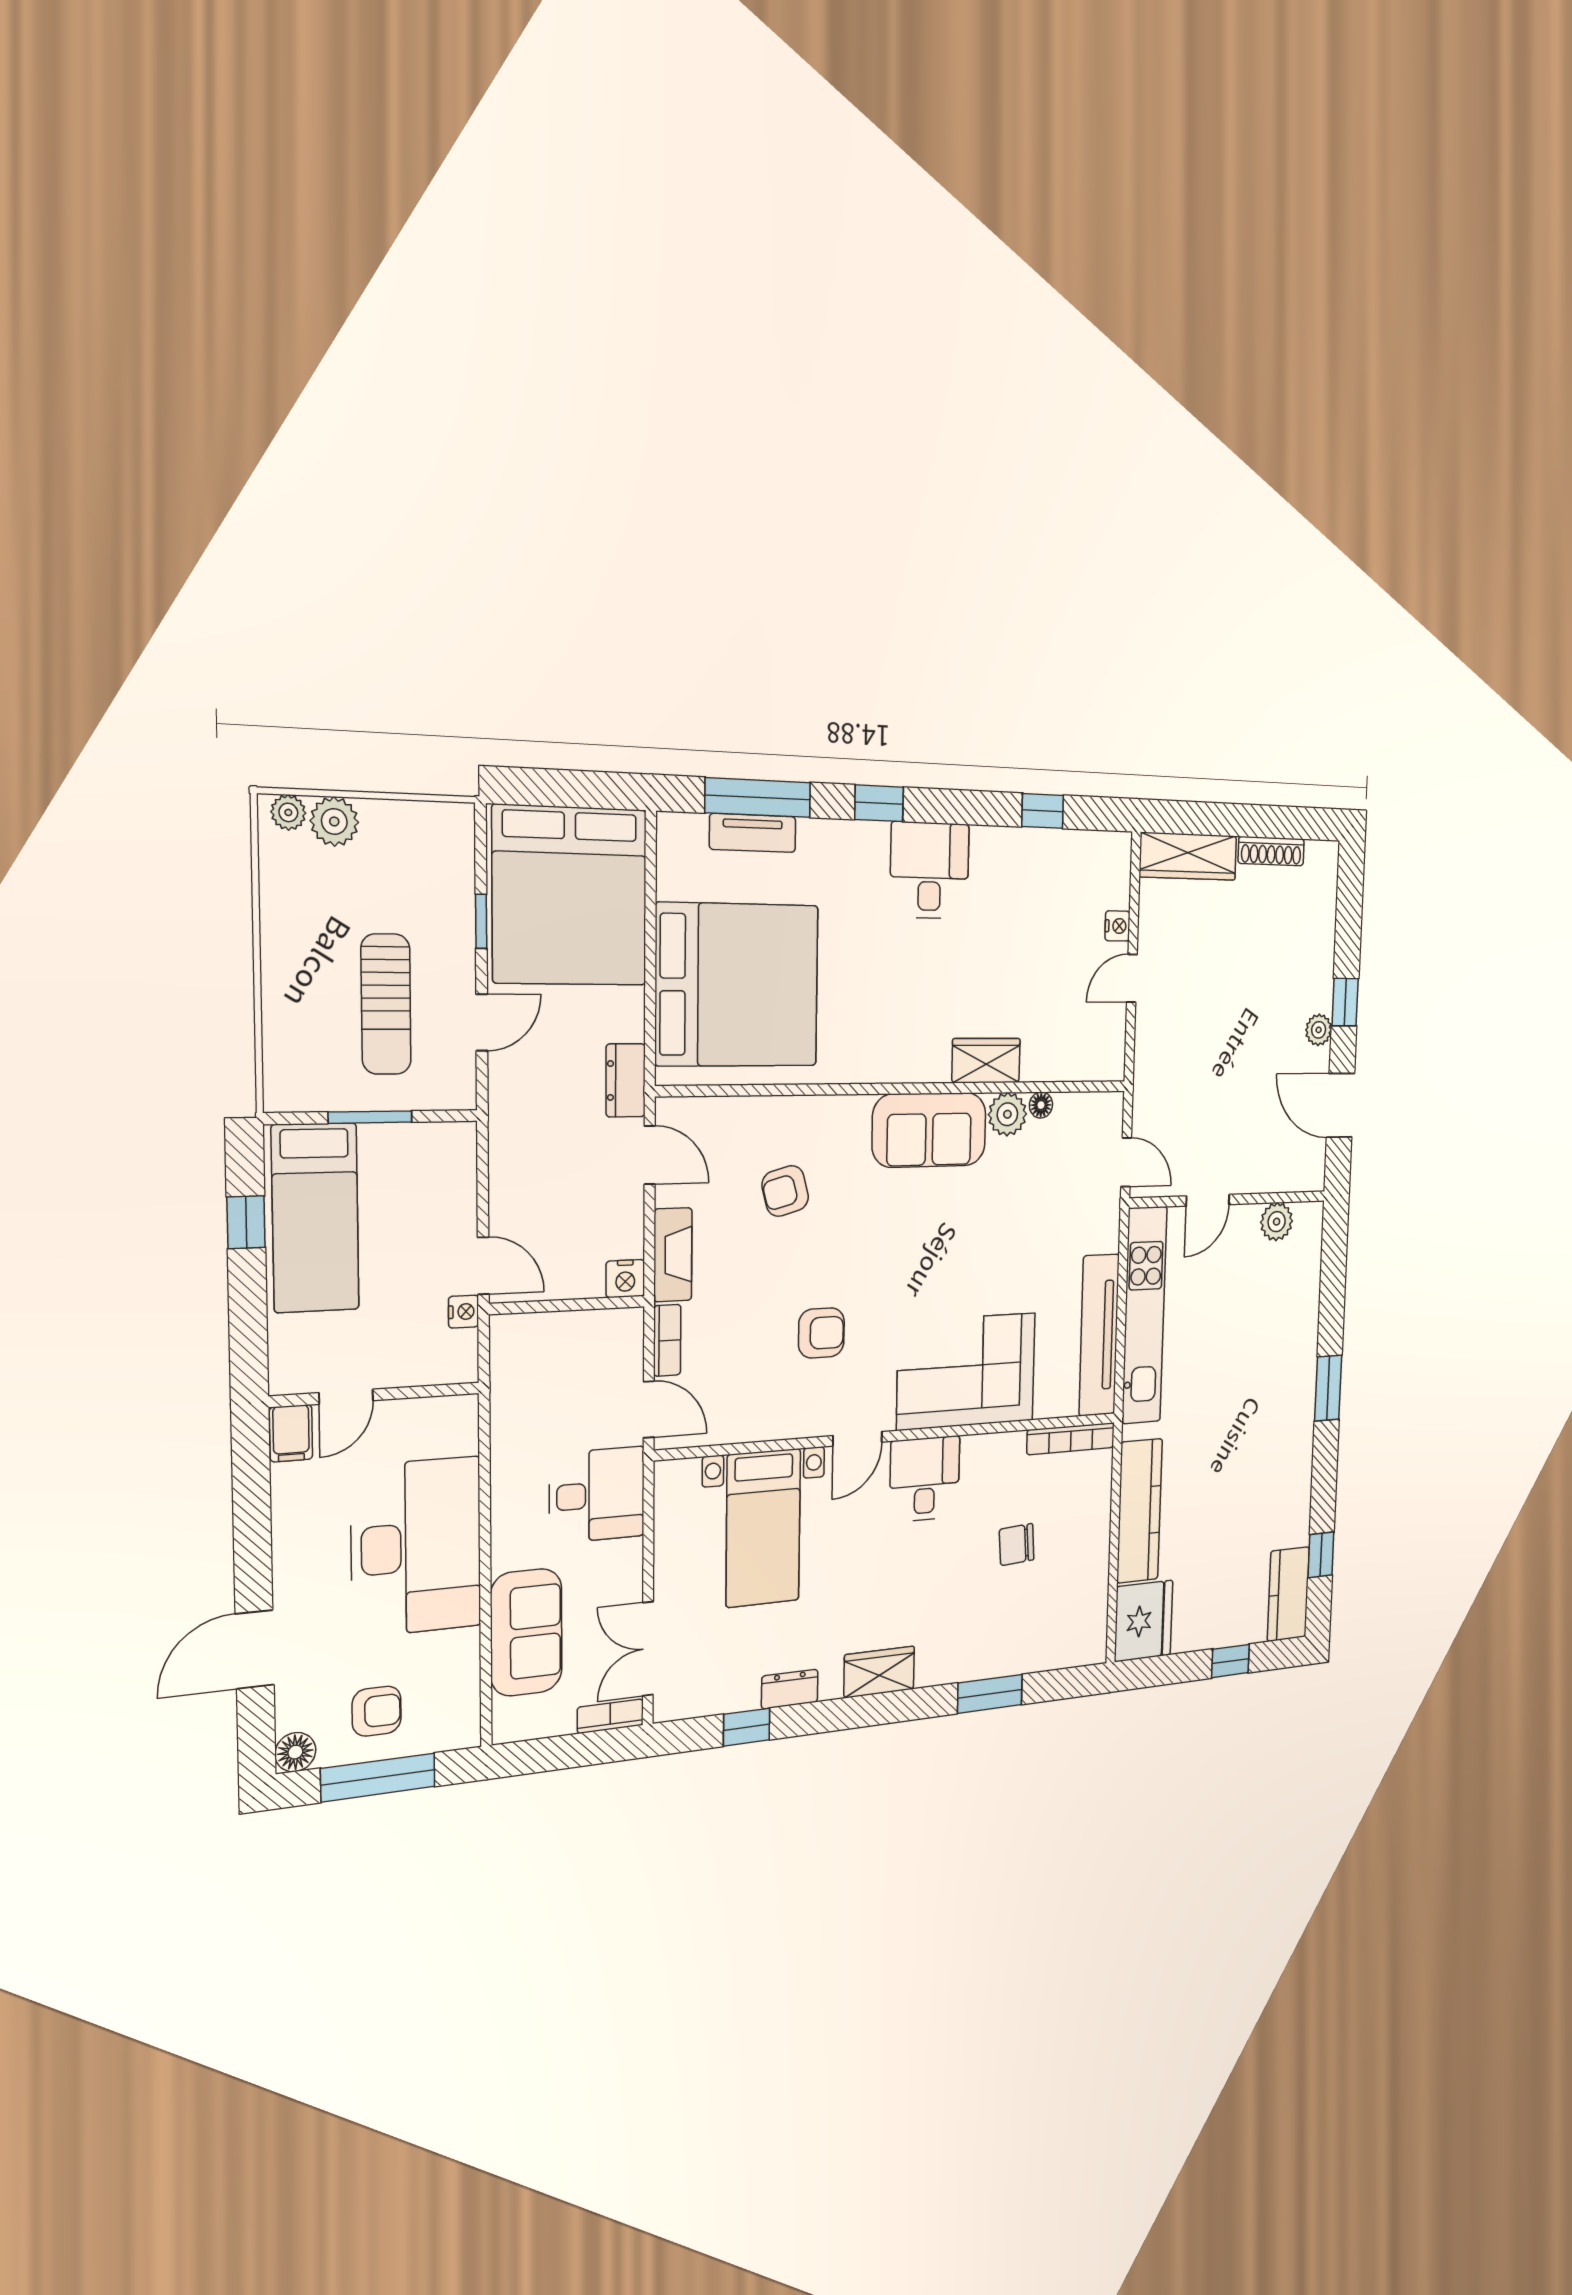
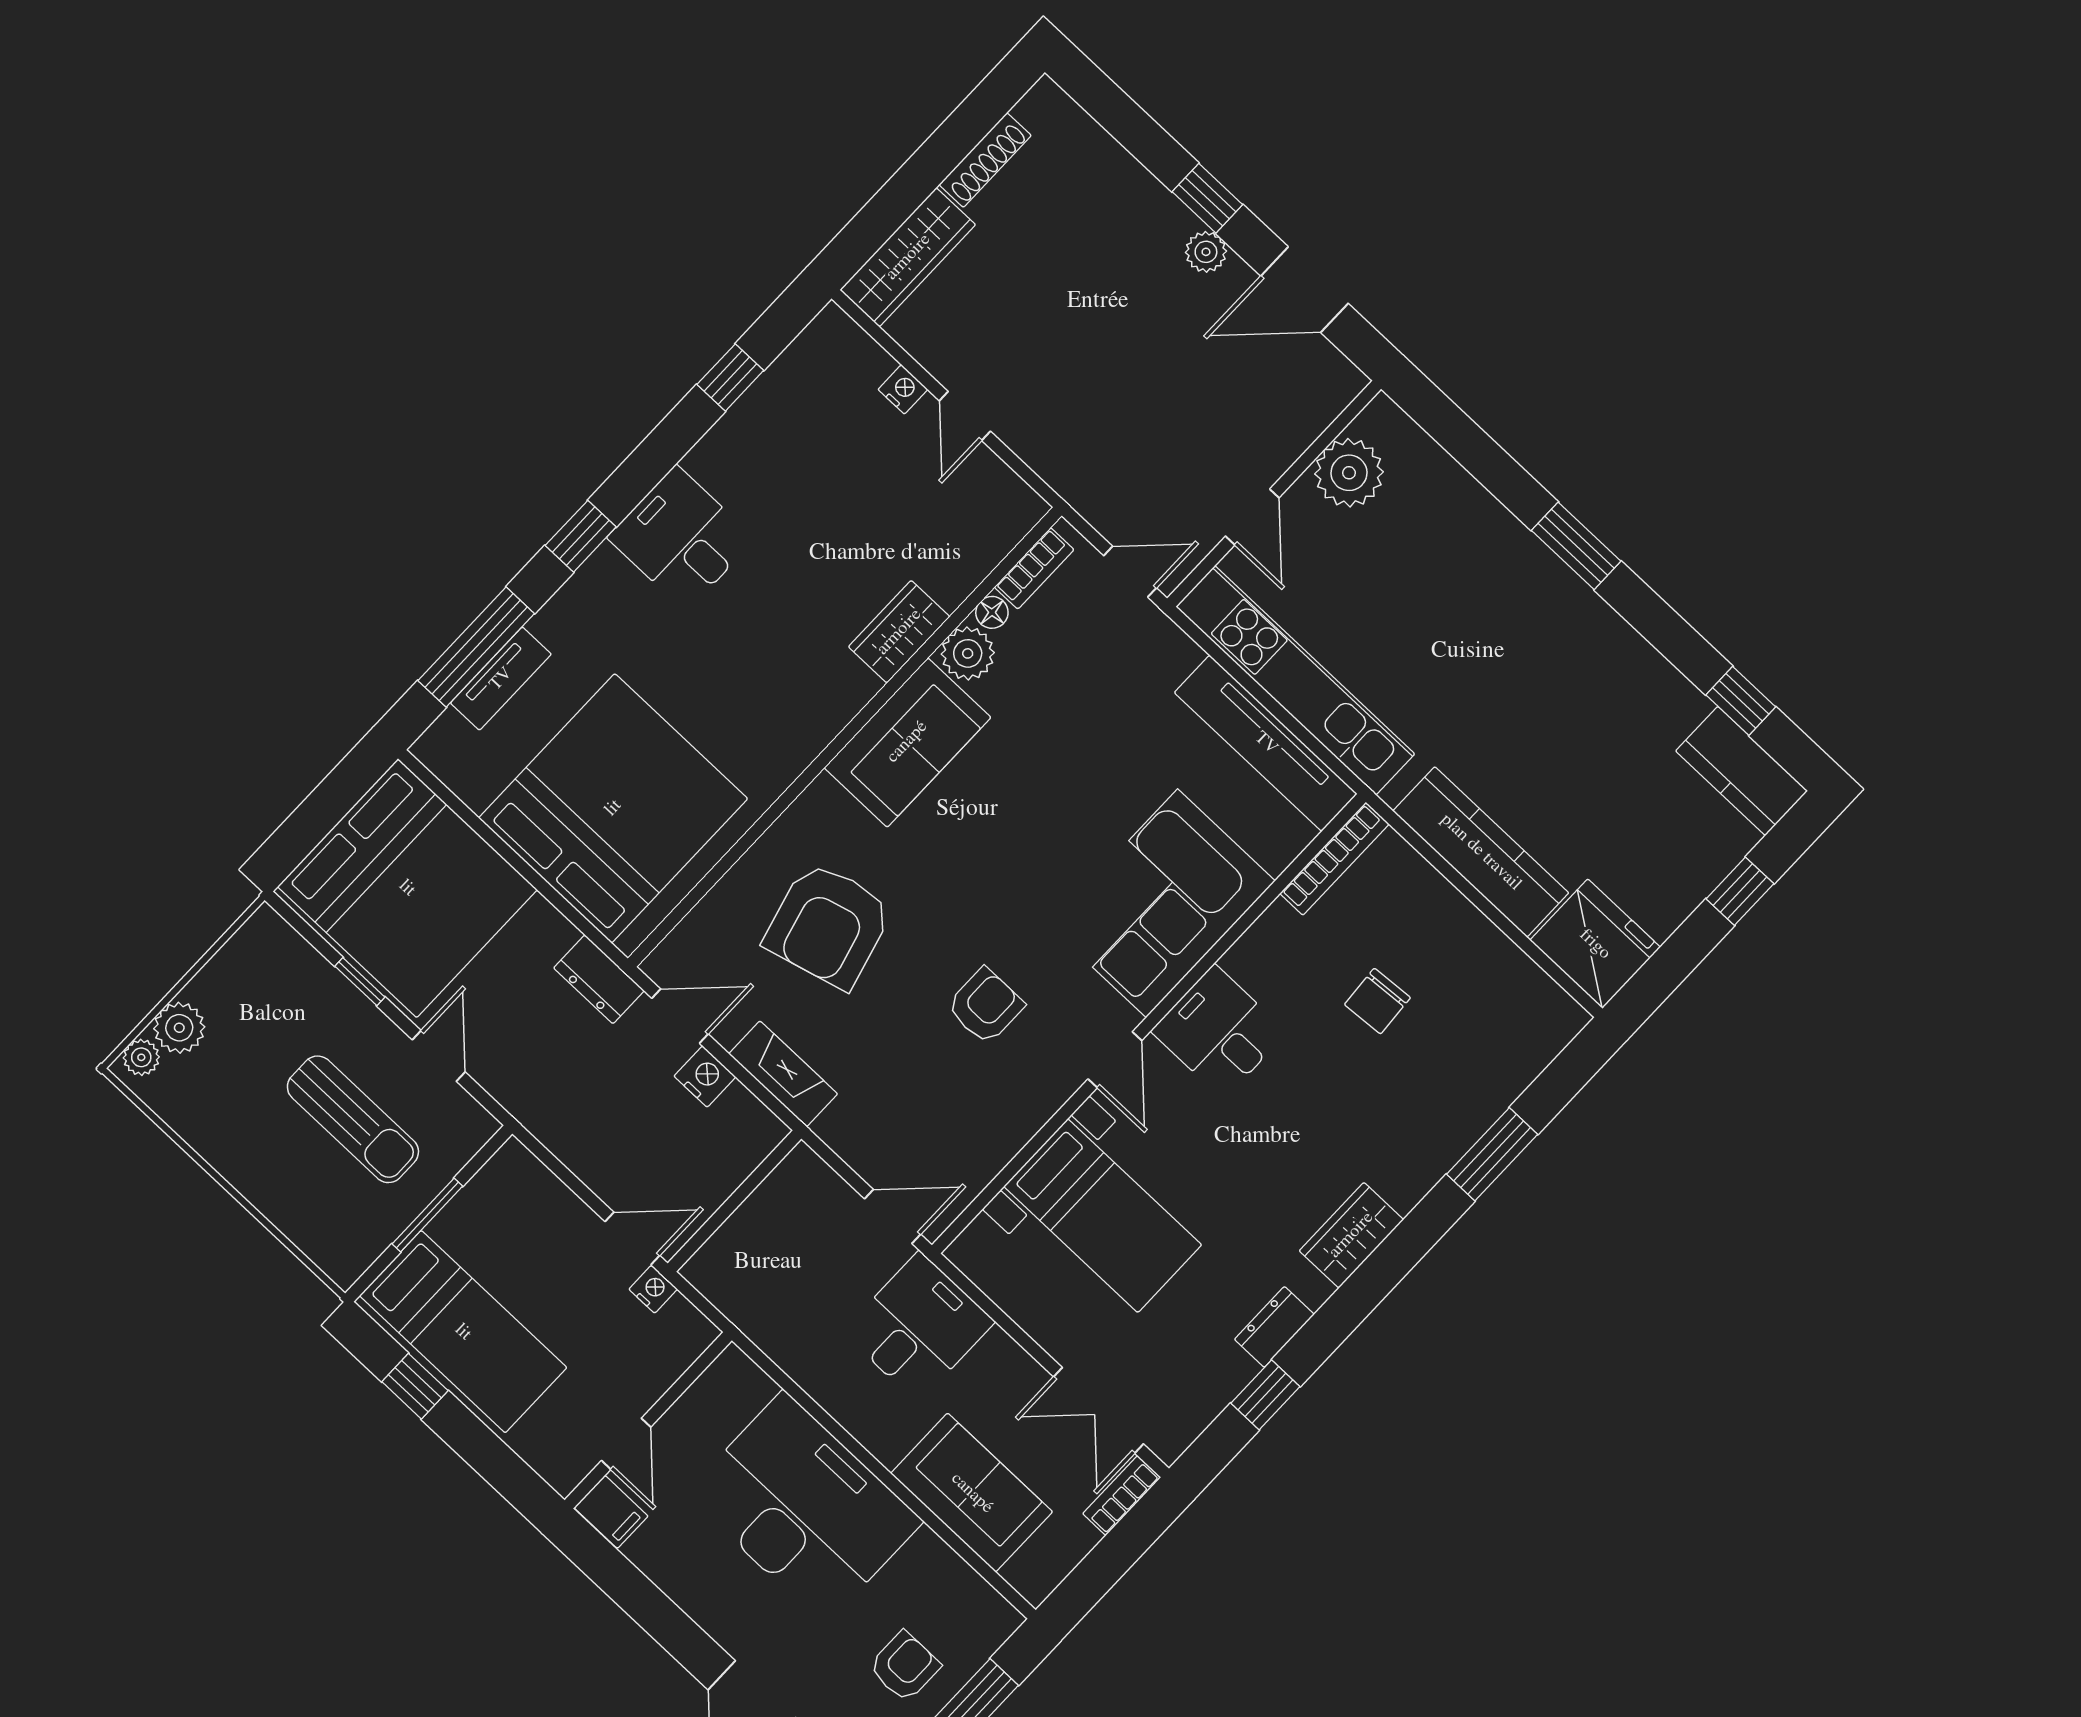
armchair: (785, 1191) -> (828, 925), width x1.88, depth x1.88
plant: (1277, 1222) -> (1349, 473), width x1.36, depth x1.36
nightstand: (625, 1279) -> (705, 1077), moved, turned -90
bookcase: (667, 1340) -> (1034, 568), moved, turned 90

